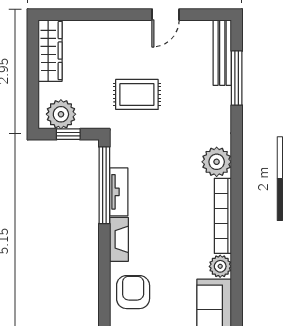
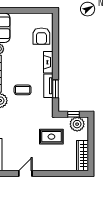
rug: (137, 94) -> (51, 137), moved
coffee table: (171, 183) -> (23, 90), added
window: (104, 185) -> (56, 89), width x0.47

